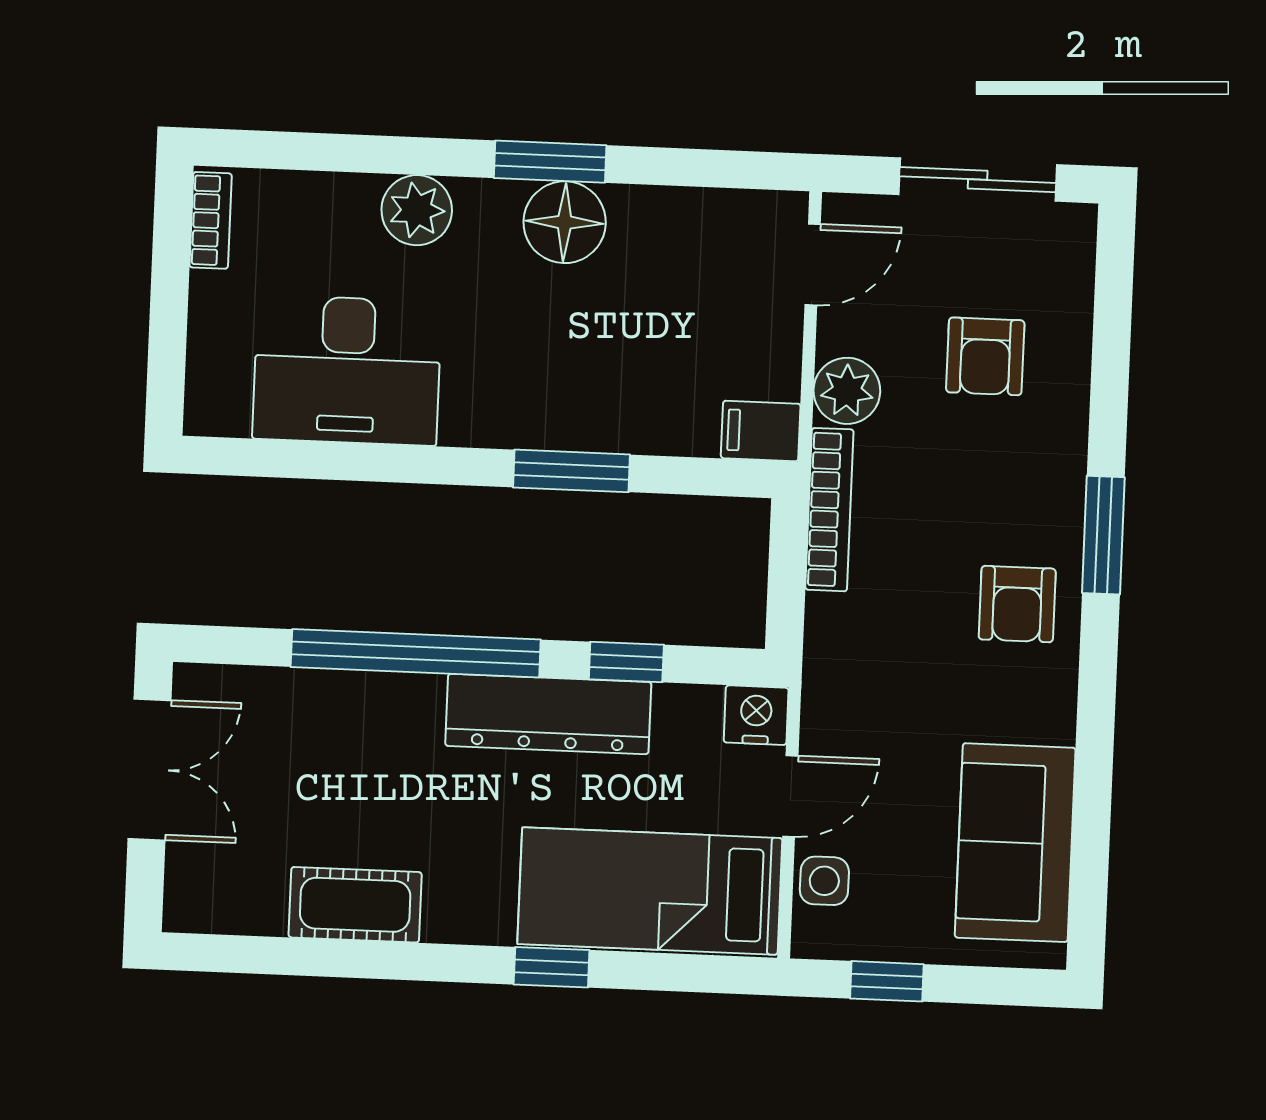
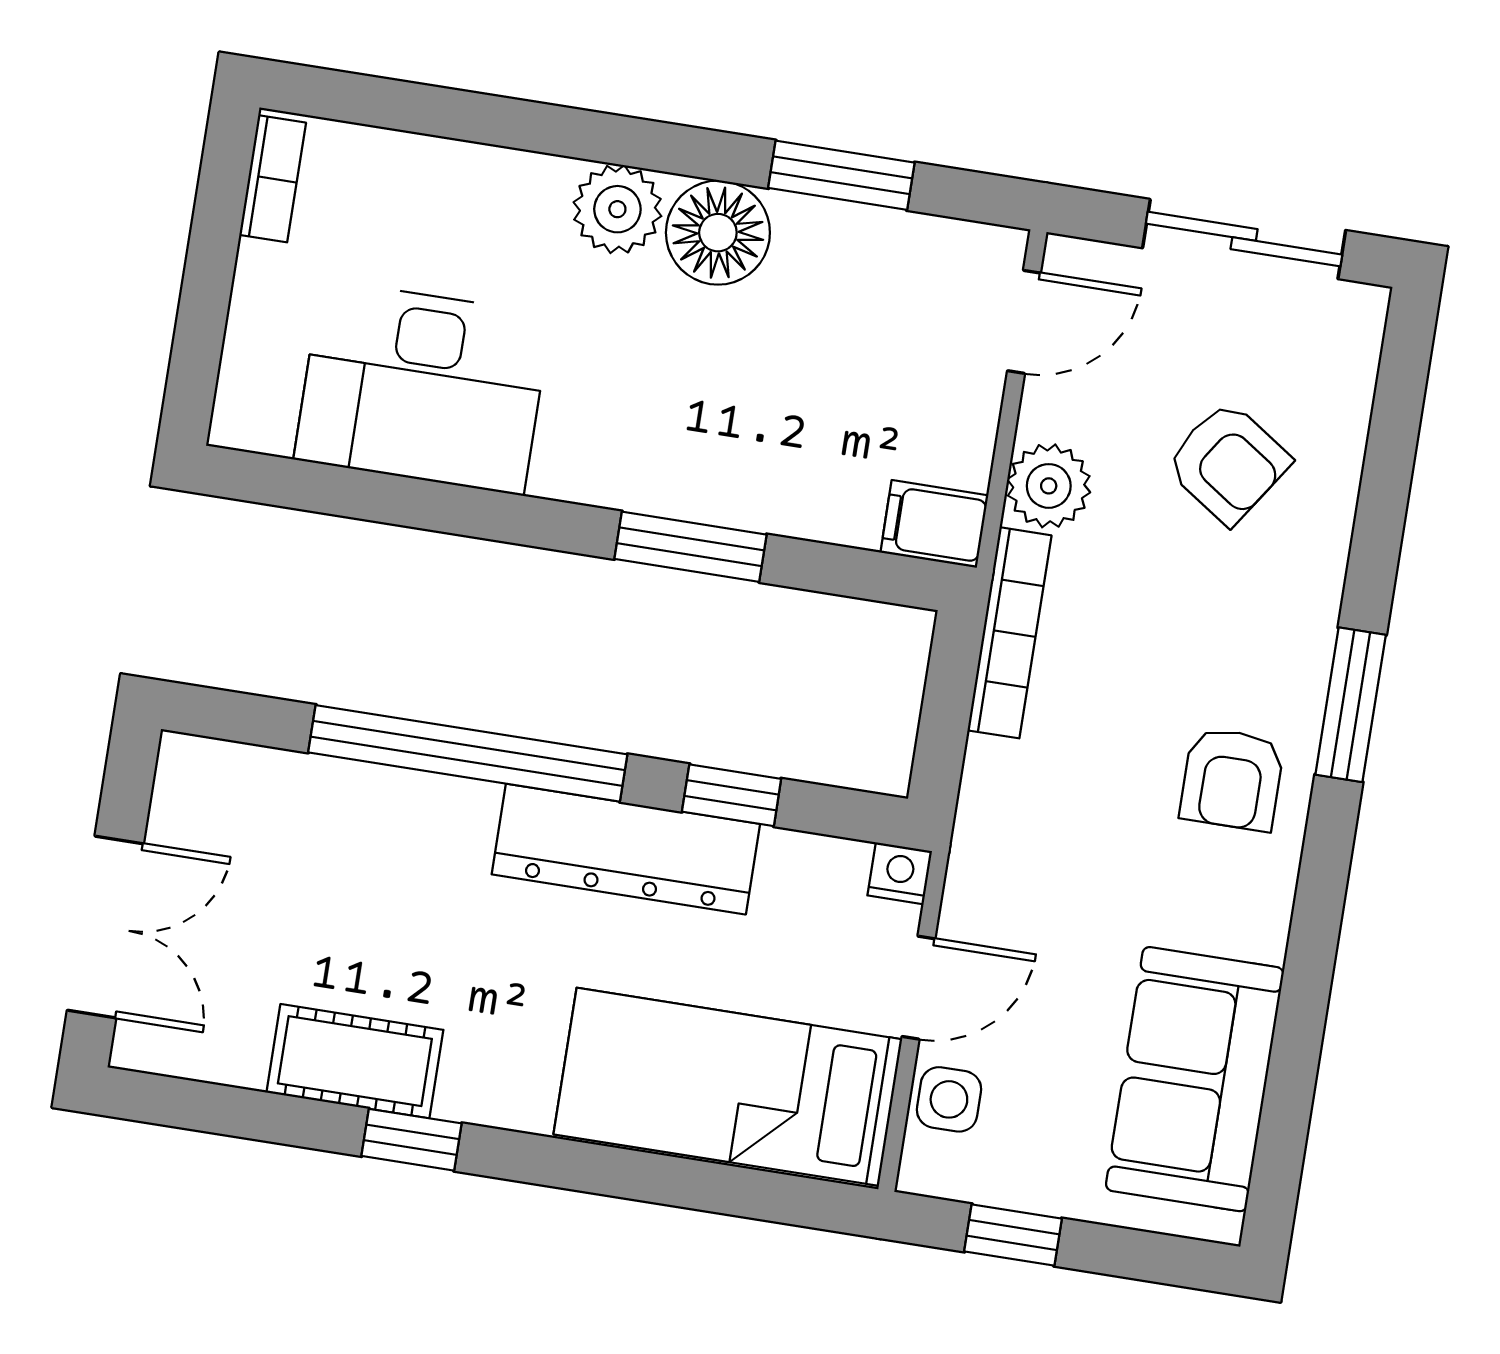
window: (550, 162) -> (841, 175), moved
plant: (417, 210) -> (617, 209), moved
armchair: (985, 356) -> (1228, 463), turned -56
nightstand: (756, 715) -> (900, 873), width x0.72, depth x0.74
double door: (149, 770) -> (105, 927), moved
window: (552, 967) -> (412, 1140), moved

